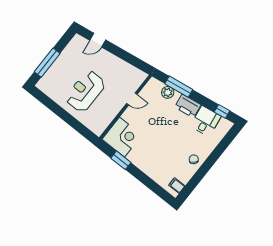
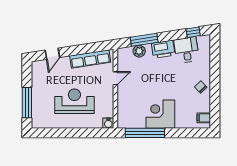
row of seats: (124, 68) -> (90, 59), added
reception desk: (85, 91) -> (74, 101), turned 90
water cooler: (98, 130) -> (108, 123), added
corner desk: (122, 137) -> (160, 114), moved, turned -90
window: (121, 160) -> (145, 133), width x2.11

